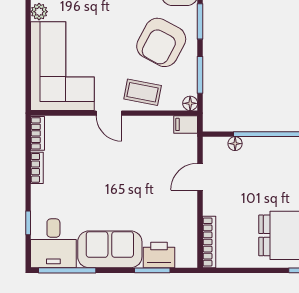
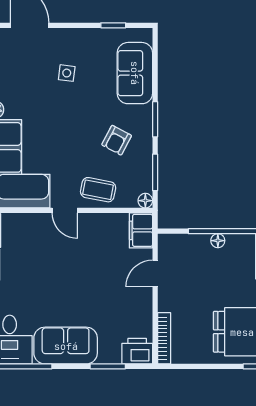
armchair: (161, 42) -> (117, 140), width x0.53, depth x0.53
filing cabinet: (186, 124) -> (141, 230), width x2.00
floor lamp: (235, 144) -> (218, 241), moved
printer: (159, 255) -> (137, 351), moved

